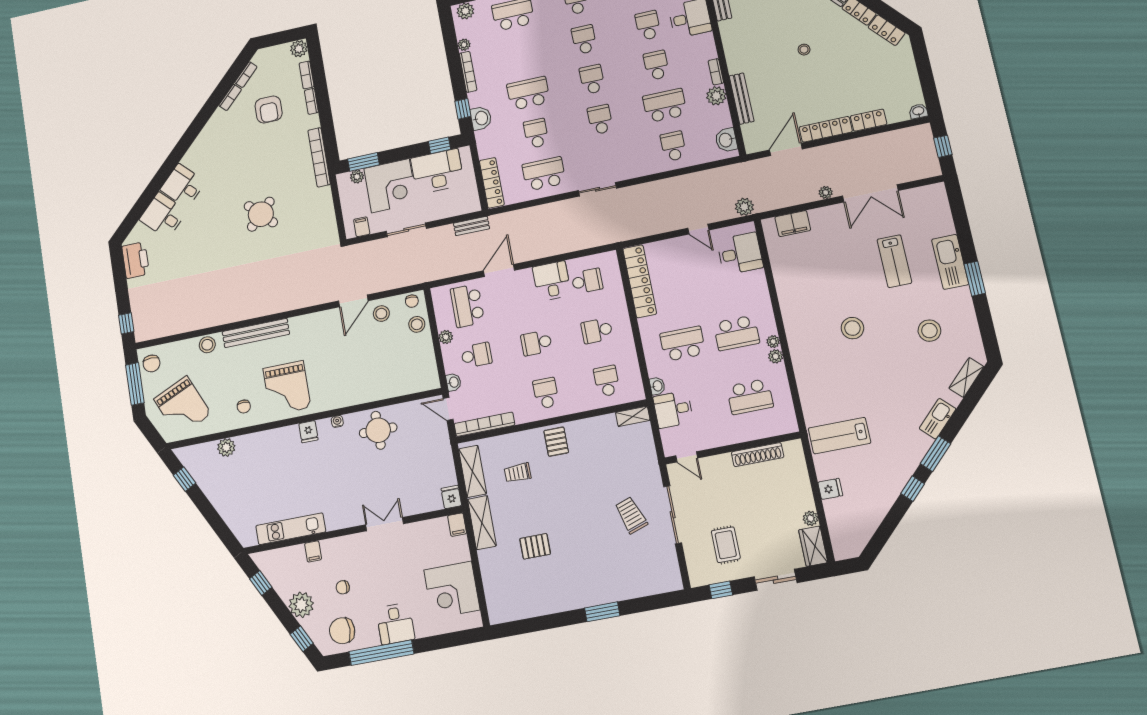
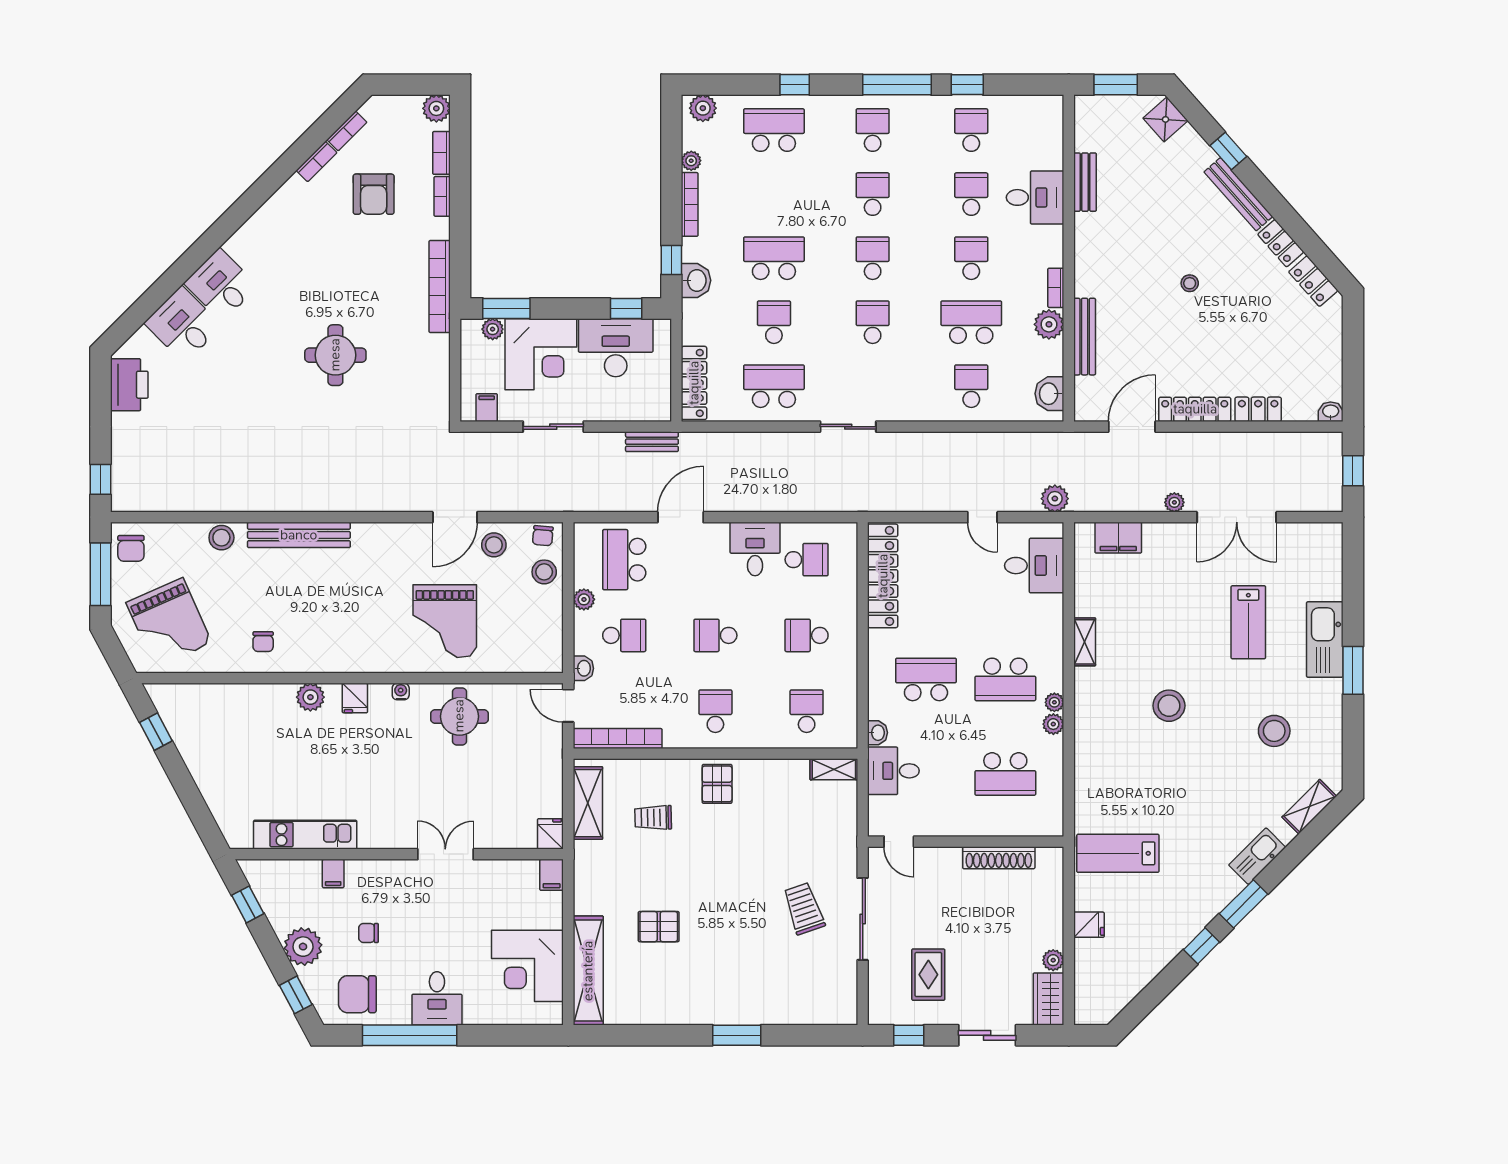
round table: (261, 214) -> (335, 355), turned 45
shelving: (785, 297) -> (1085, 642), added
grand piano: (287, 388) -> (445, 621), moved
plant: (226, 447) -> (310, 697), moved
shelving: (482, 523) -> (588, 971), moved, width x1.47

